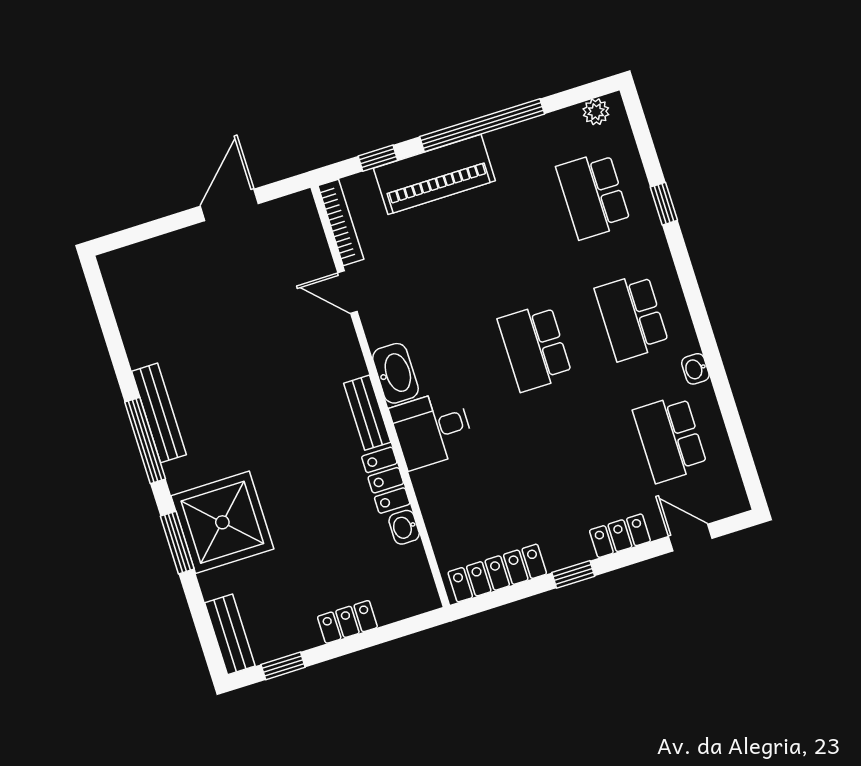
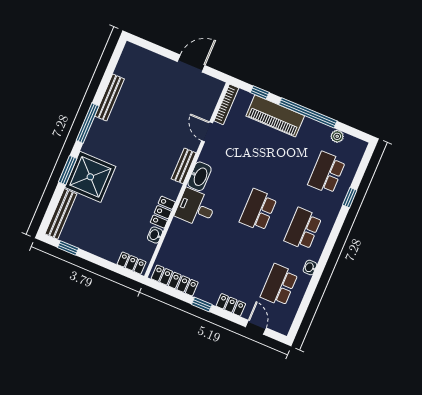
plant: (596, 112) -> (337, 136), moved
bench: (159, 413) -> (110, 97), moved
bench: (367, 413) -> (184, 166), moved
locker: (347, 622) -> (132, 263), moved
bench: (230, 634) -> (61, 214), width x1.36

